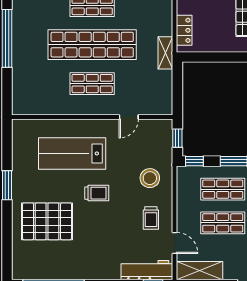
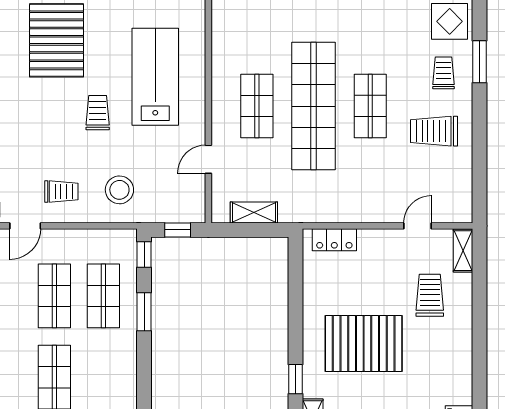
shelving: (165, 53) -> (254, 213), moved
door: (129, 117) -> (208, 159), hinge flipped
trolley: (97, 193) -> (98, 113), turned 180
trolley: (151, 218) -> (61, 192), turned 180

